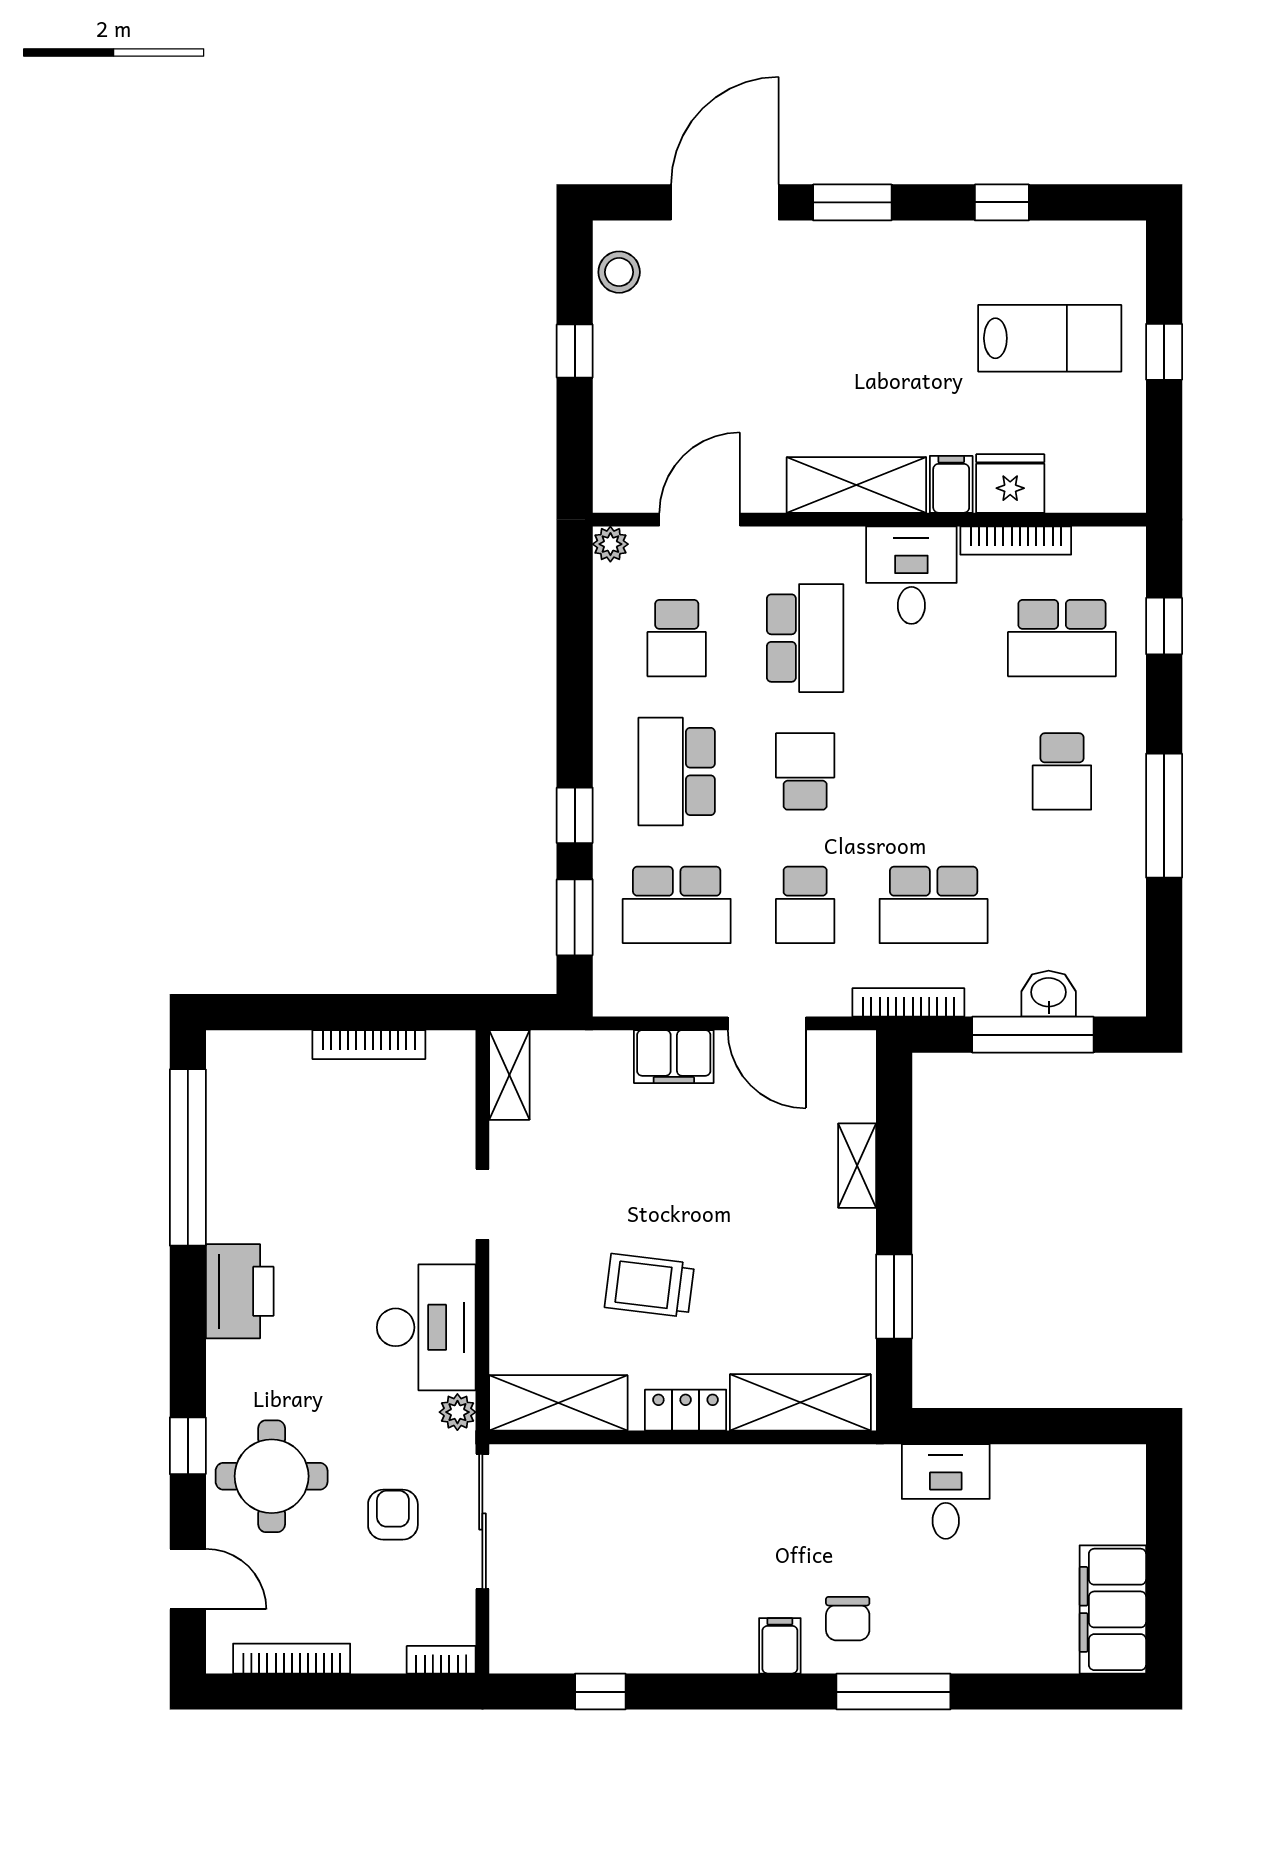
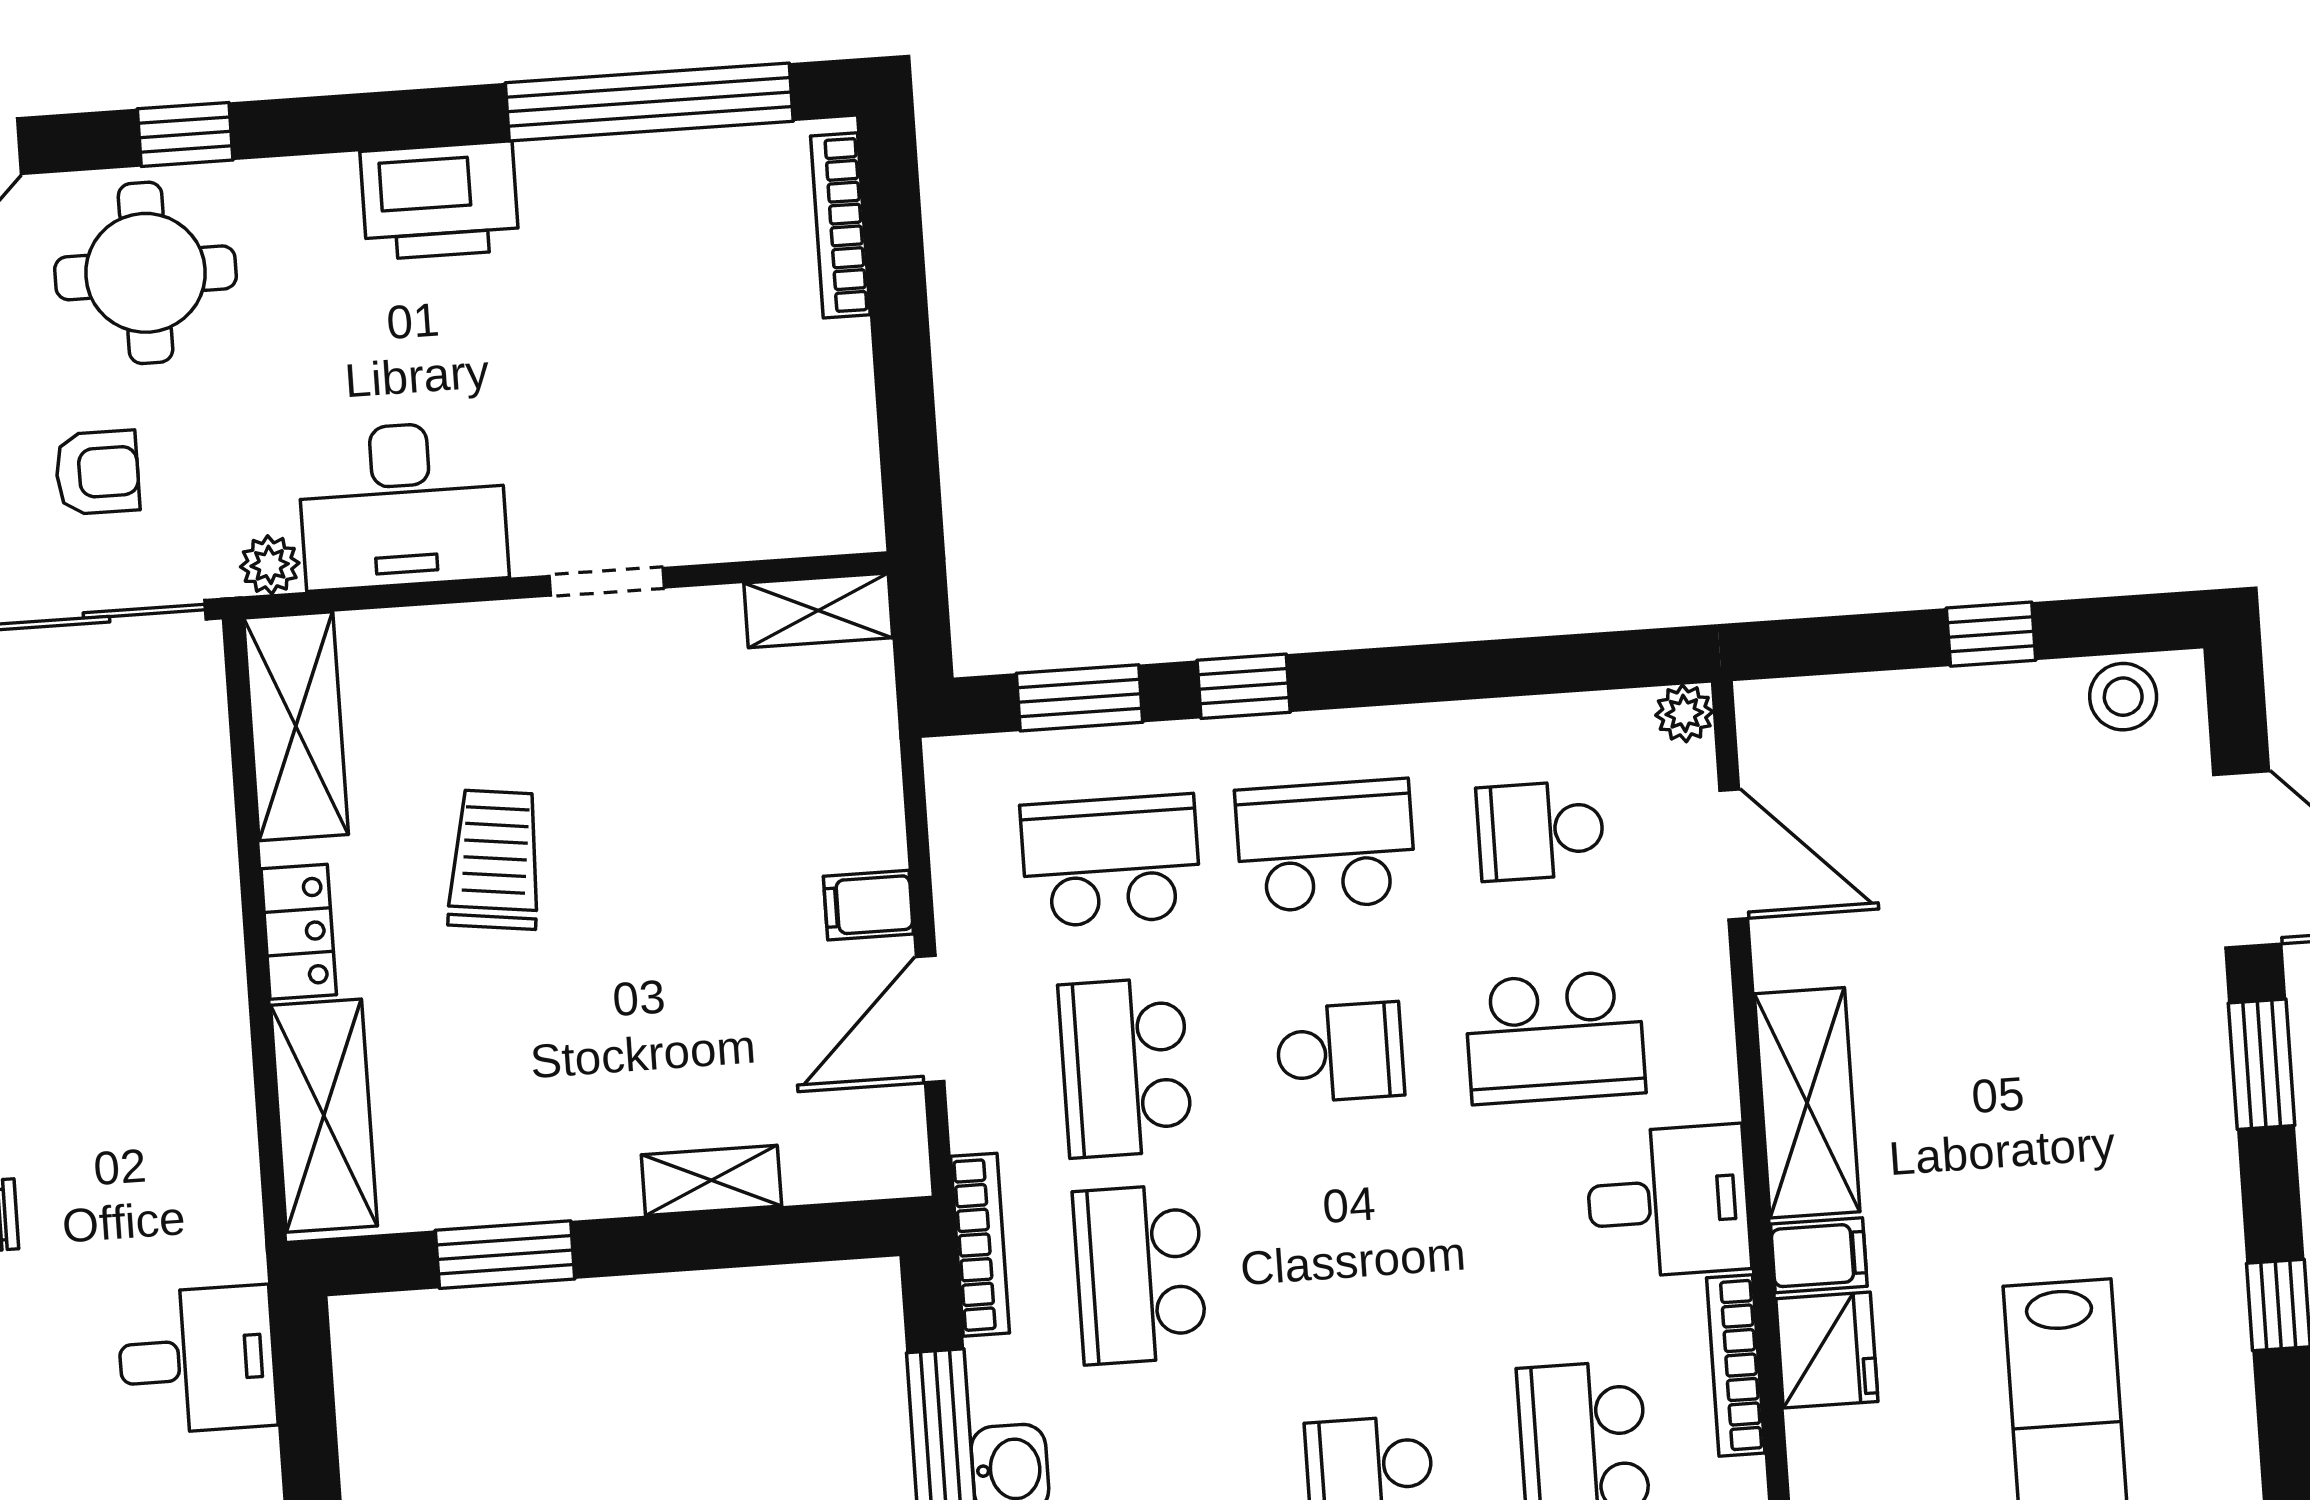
school desk: (677, 905) -> (1111, 861), turned 90
school desk: (805, 905) -> (1125, 1067), width x1.85
bookcase: (369, 1045) -> (840, 225), moved
filing cabinet: (674, 1057) -> (868, 905), width x0.50

